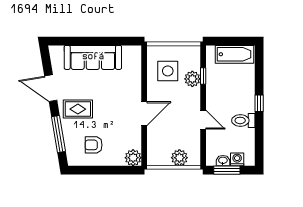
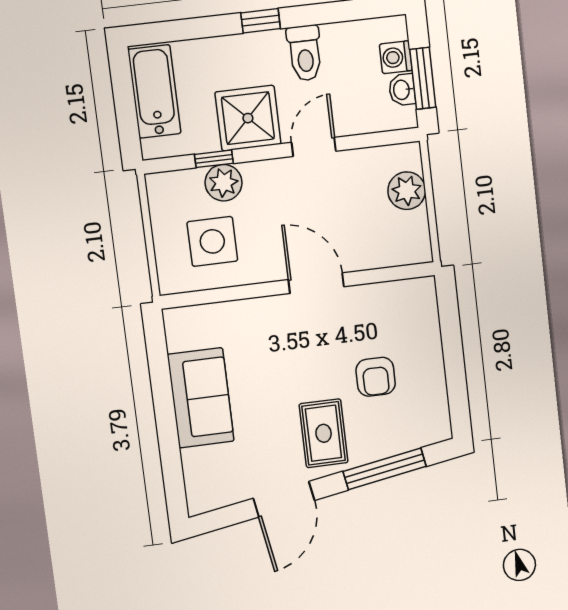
sofa: (93, 57) -> (201, 398), width x0.73
shower: (219, 93) -> (248, 118), added
armchair: (94, 145) -> (376, 377), moved
plant: (133, 158) -> (418, 296), removed

